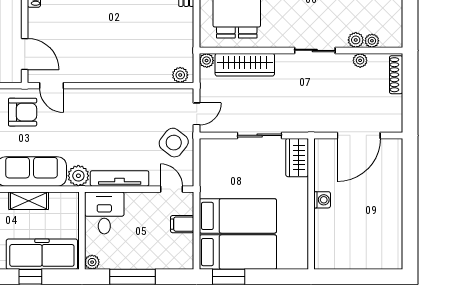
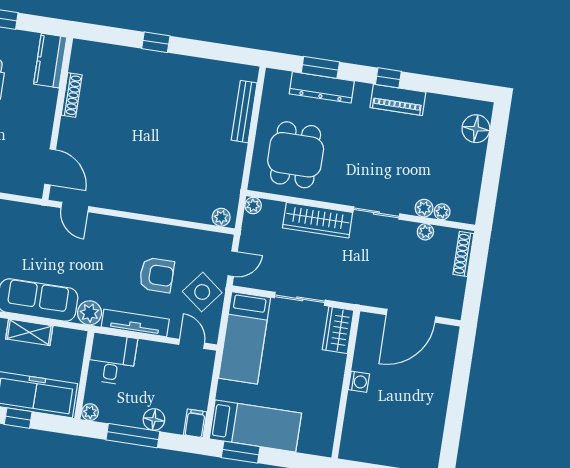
wardrobe: (245, 65) -> (318, 220), moved
armchair: (23, 112) -> (157, 275), moved
bed: (238, 216) -> (244, 338), moved, turned 90
filing cabinet: (182, 224) -> (195, 423), moved, turned 90
floor lamp: (149, 260) -> (154, 419), added

